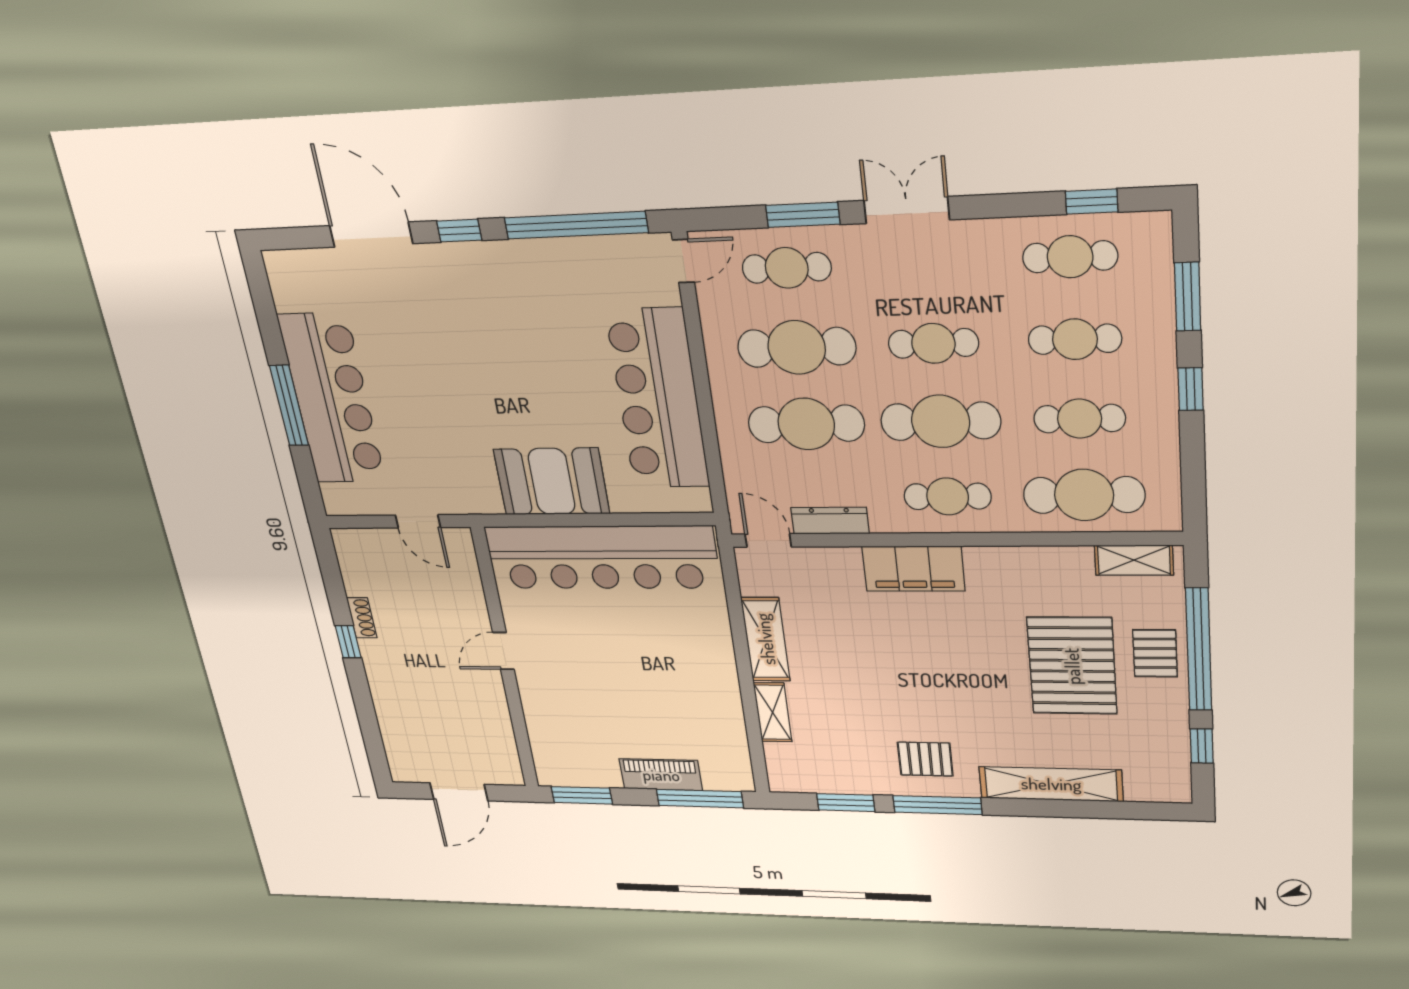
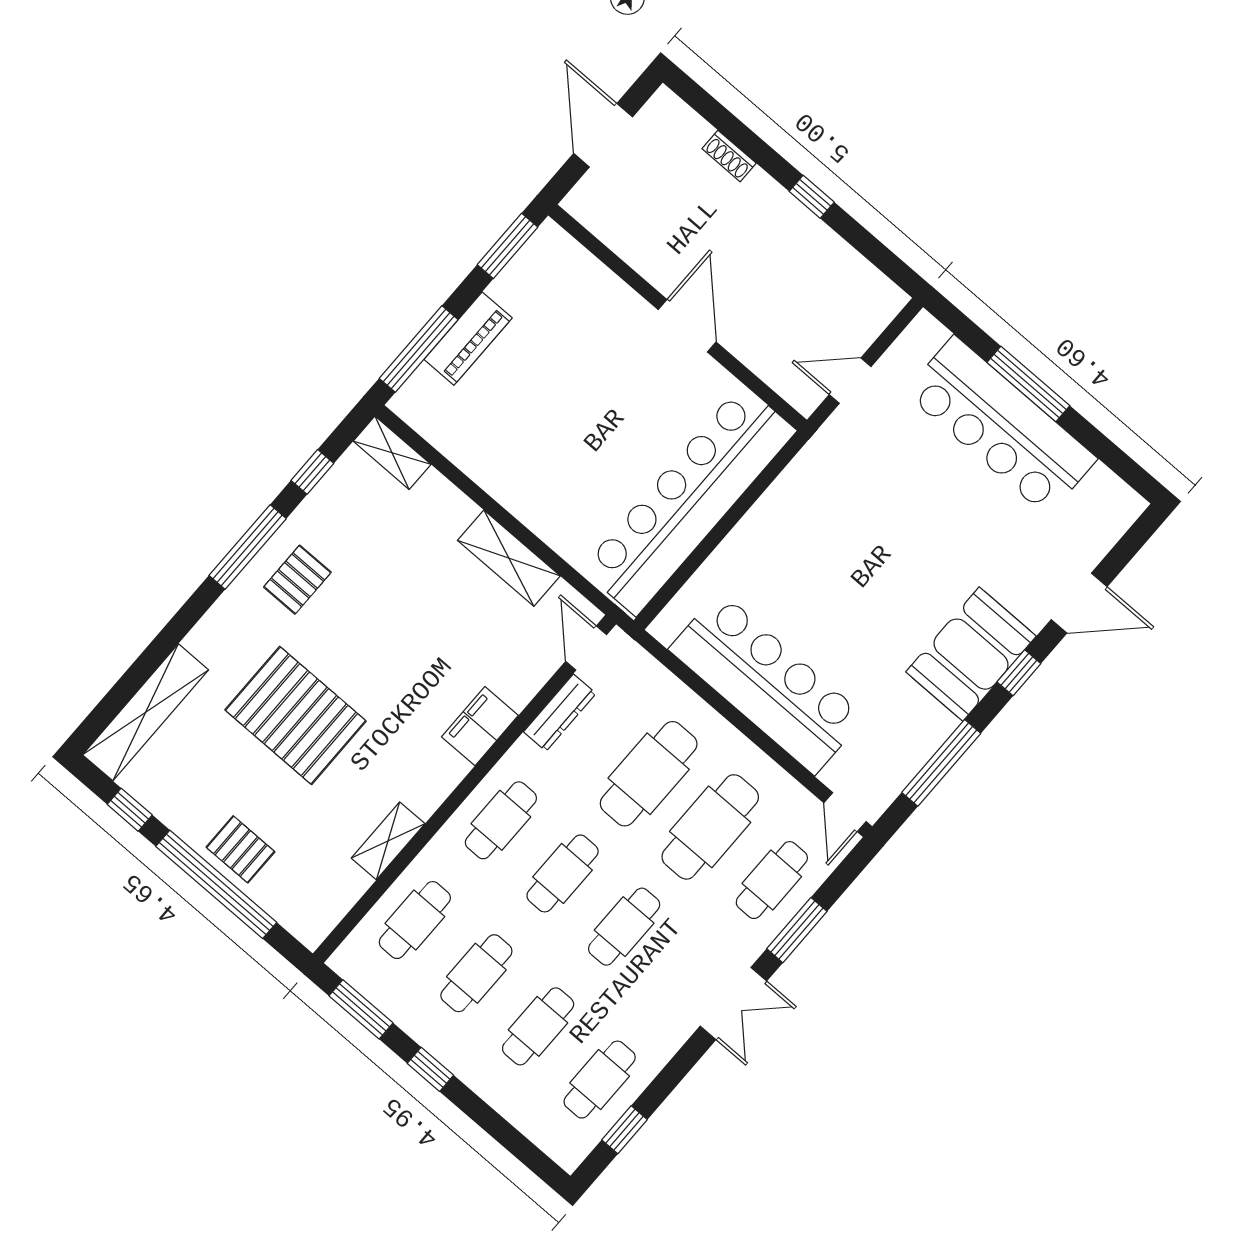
window: (576, 225) -> (941, 763), width x0.68
door: (371, 235) -> (1079, 603), width x0.73
window: (1188, 297) -> (361, 1009), moved
cafe table: (941, 421) -> (563, 873), width x0.73, depth x0.74
booth: (552, 482) -> (971, 654), moved
cafe table: (1084, 495) -> (415, 920), width x0.73, depth x0.74
door: (768, 540) -> (586, 648), swing flipped
shelving: (1134, 560) -> (388, 841), moved
filing cabinet: (913, 569) -> (480, 726), width x0.67, depth x0.86
shoe rack: (362, 618) -> (729, 156), moved
door: (503, 651) -> (687, 326), width x1.38
pallet: (1072, 666) -> (296, 715), moved
shelving: (773, 712) -> (392, 453), moved
shelving: (1051, 784) -> (146, 712), moved
window: (846, 803) -> (312, 472), width x0.67

